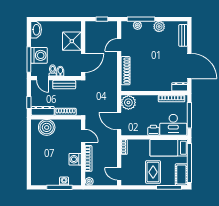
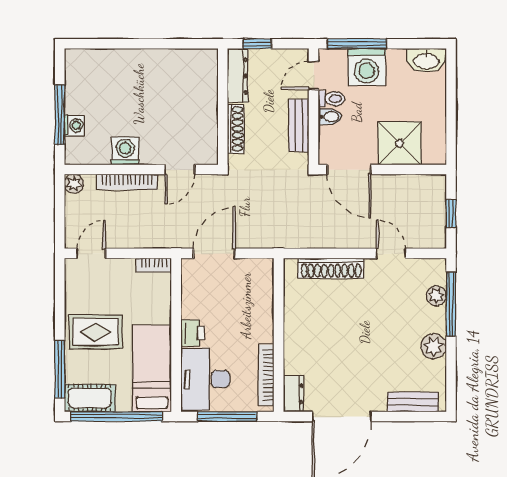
plant: (128, 102) -> (257, 275), removed
boiler: (47, 127) -> (199, 85), removed

